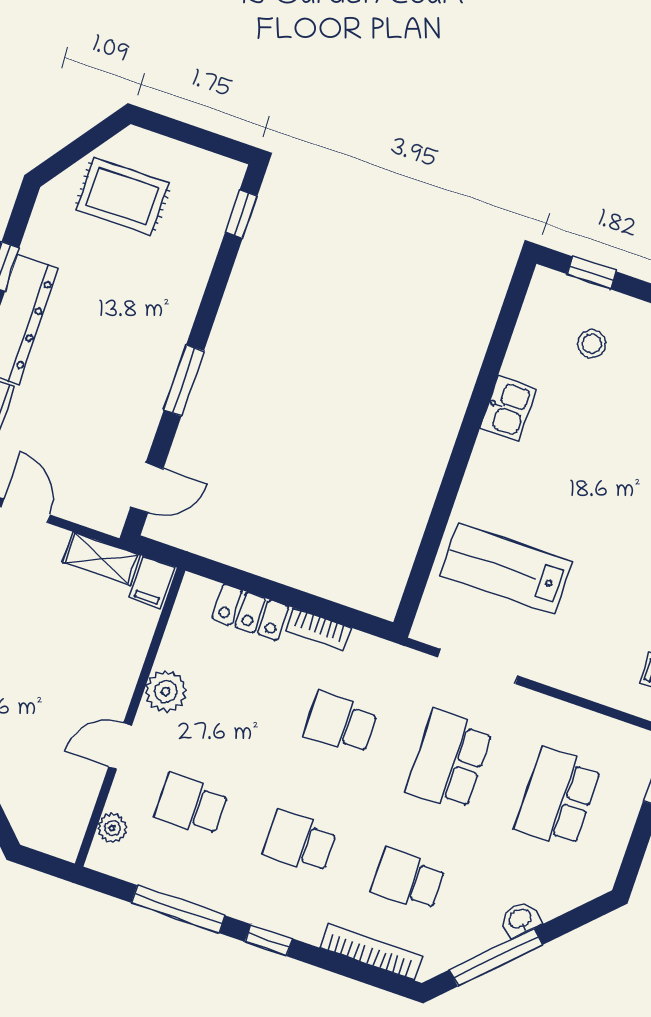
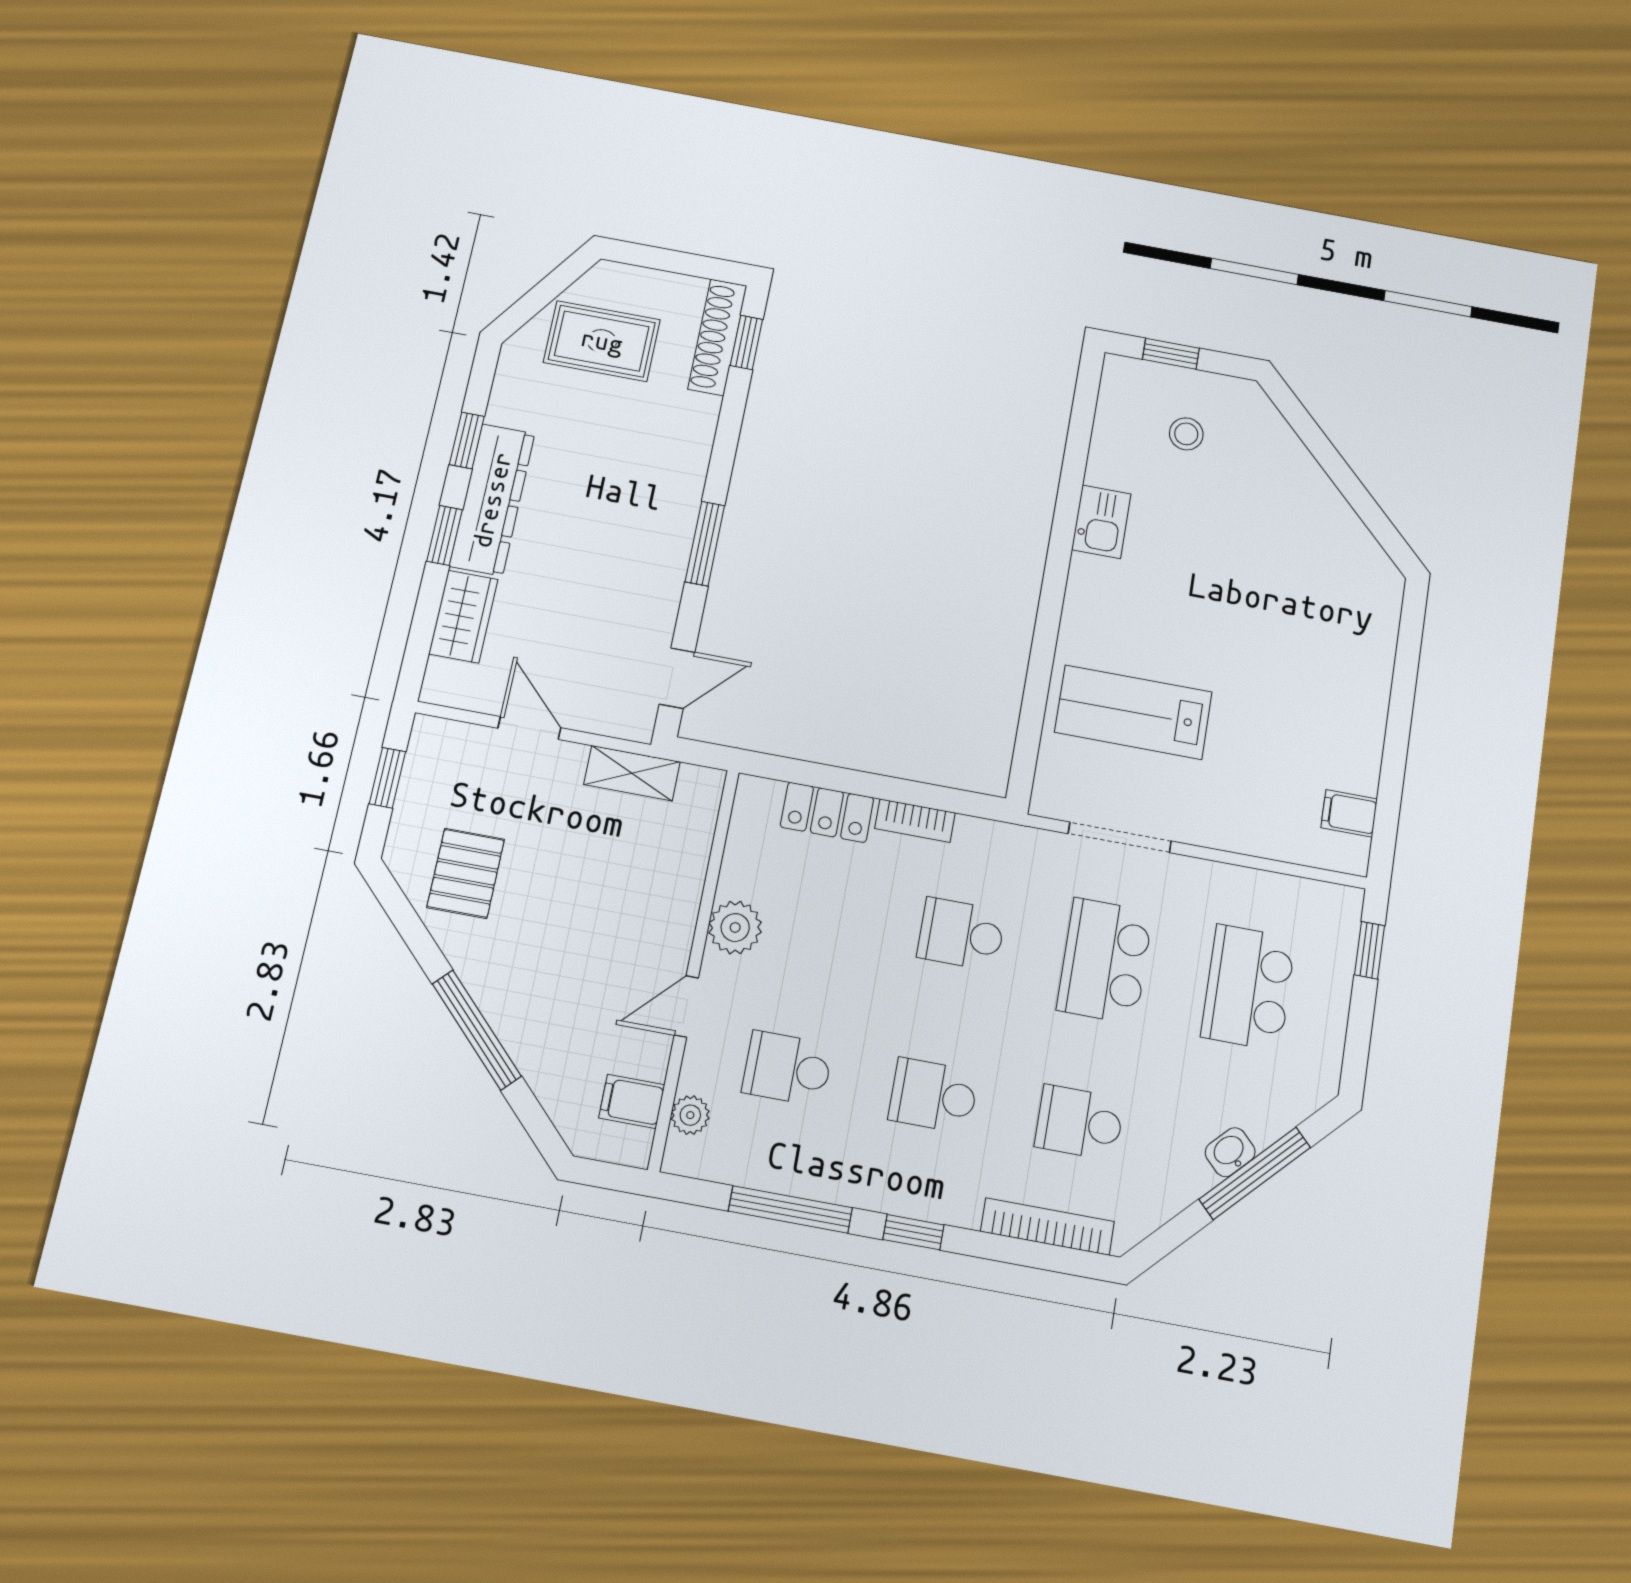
shoe rack: (218, 206) -> (717, 337), added
filing cabinet: (152, 583) -> (632, 1101), moved, turned 90
window: (496, 957) -> (1255, 1173), moved

